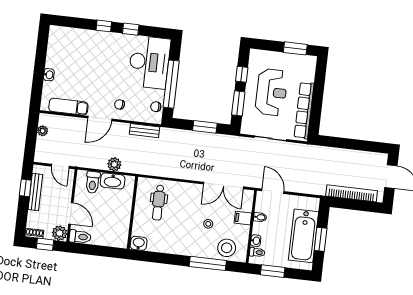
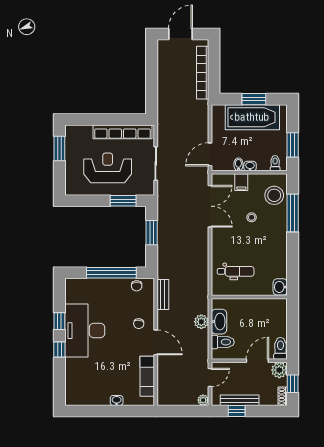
desk: (149, 62) -> (85, 331), moved, turned -90
window: (242, 74) -> (93, 201), removed
plant: (43, 131) -> (203, 400), moved
washbasin: (256, 241) -> (250, 166), moved

